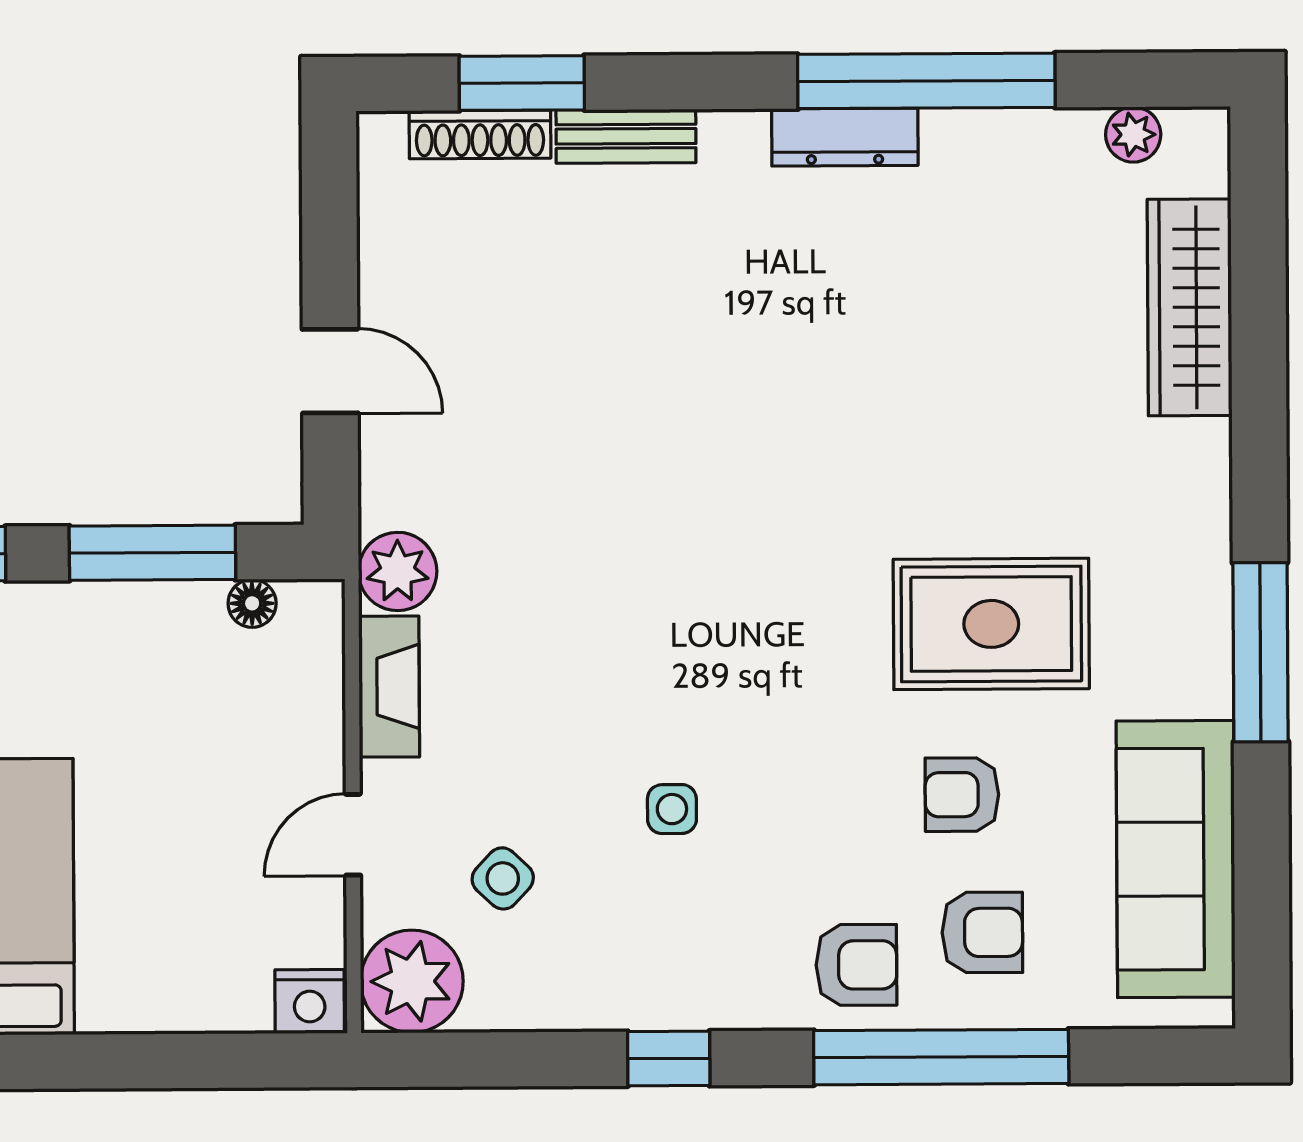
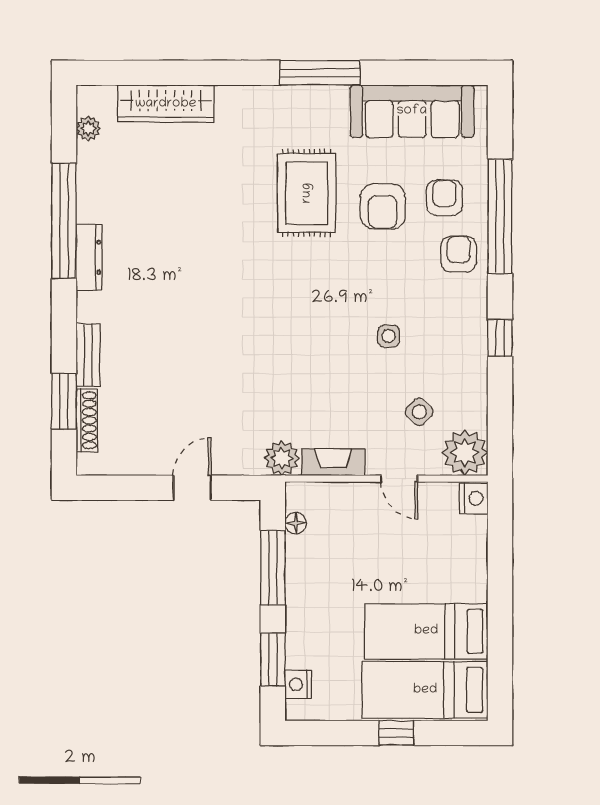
armchair: (962, 795) -> (383, 207), width x1.38, depth x1.38

